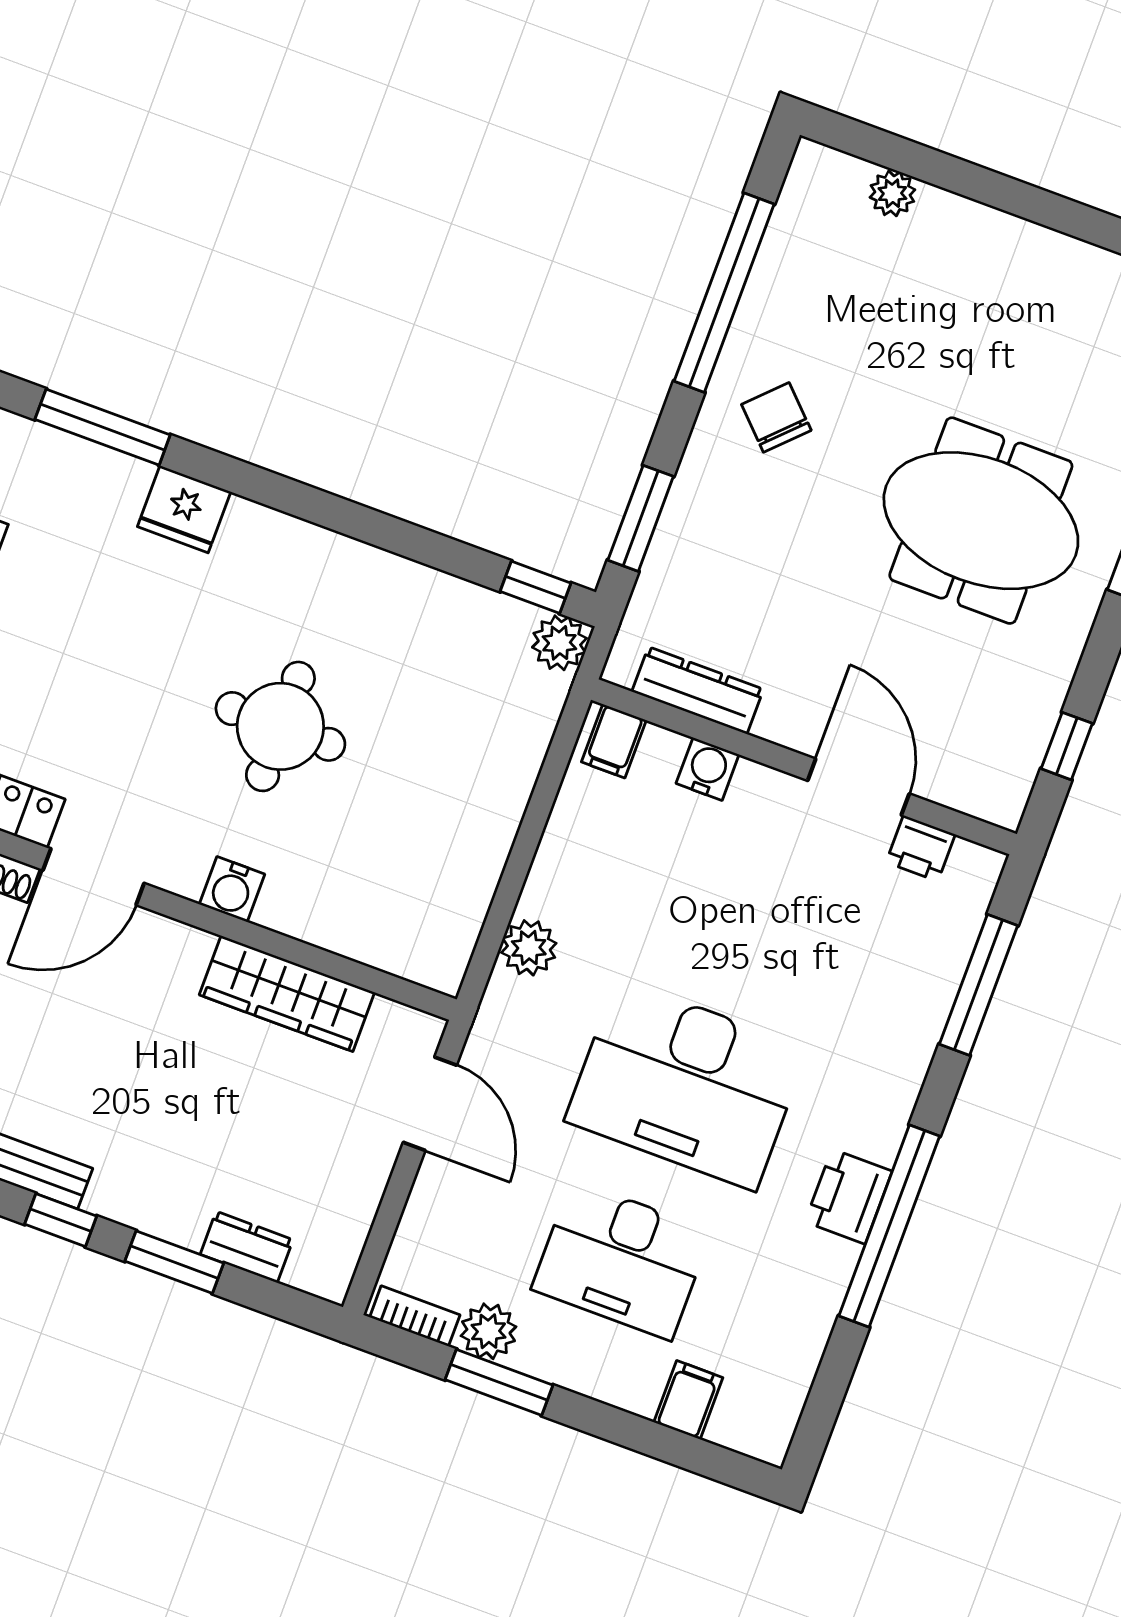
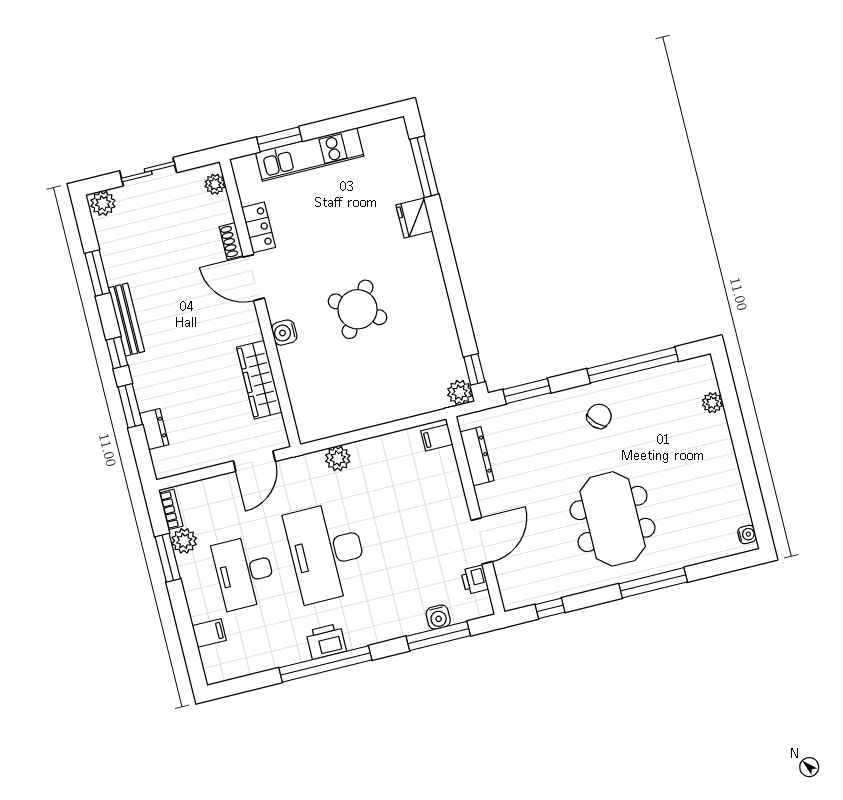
round table: (280, 726) -> (358, 309), turned 34
water cooler: (708, 769) -> (438, 617), moved, turned 90

